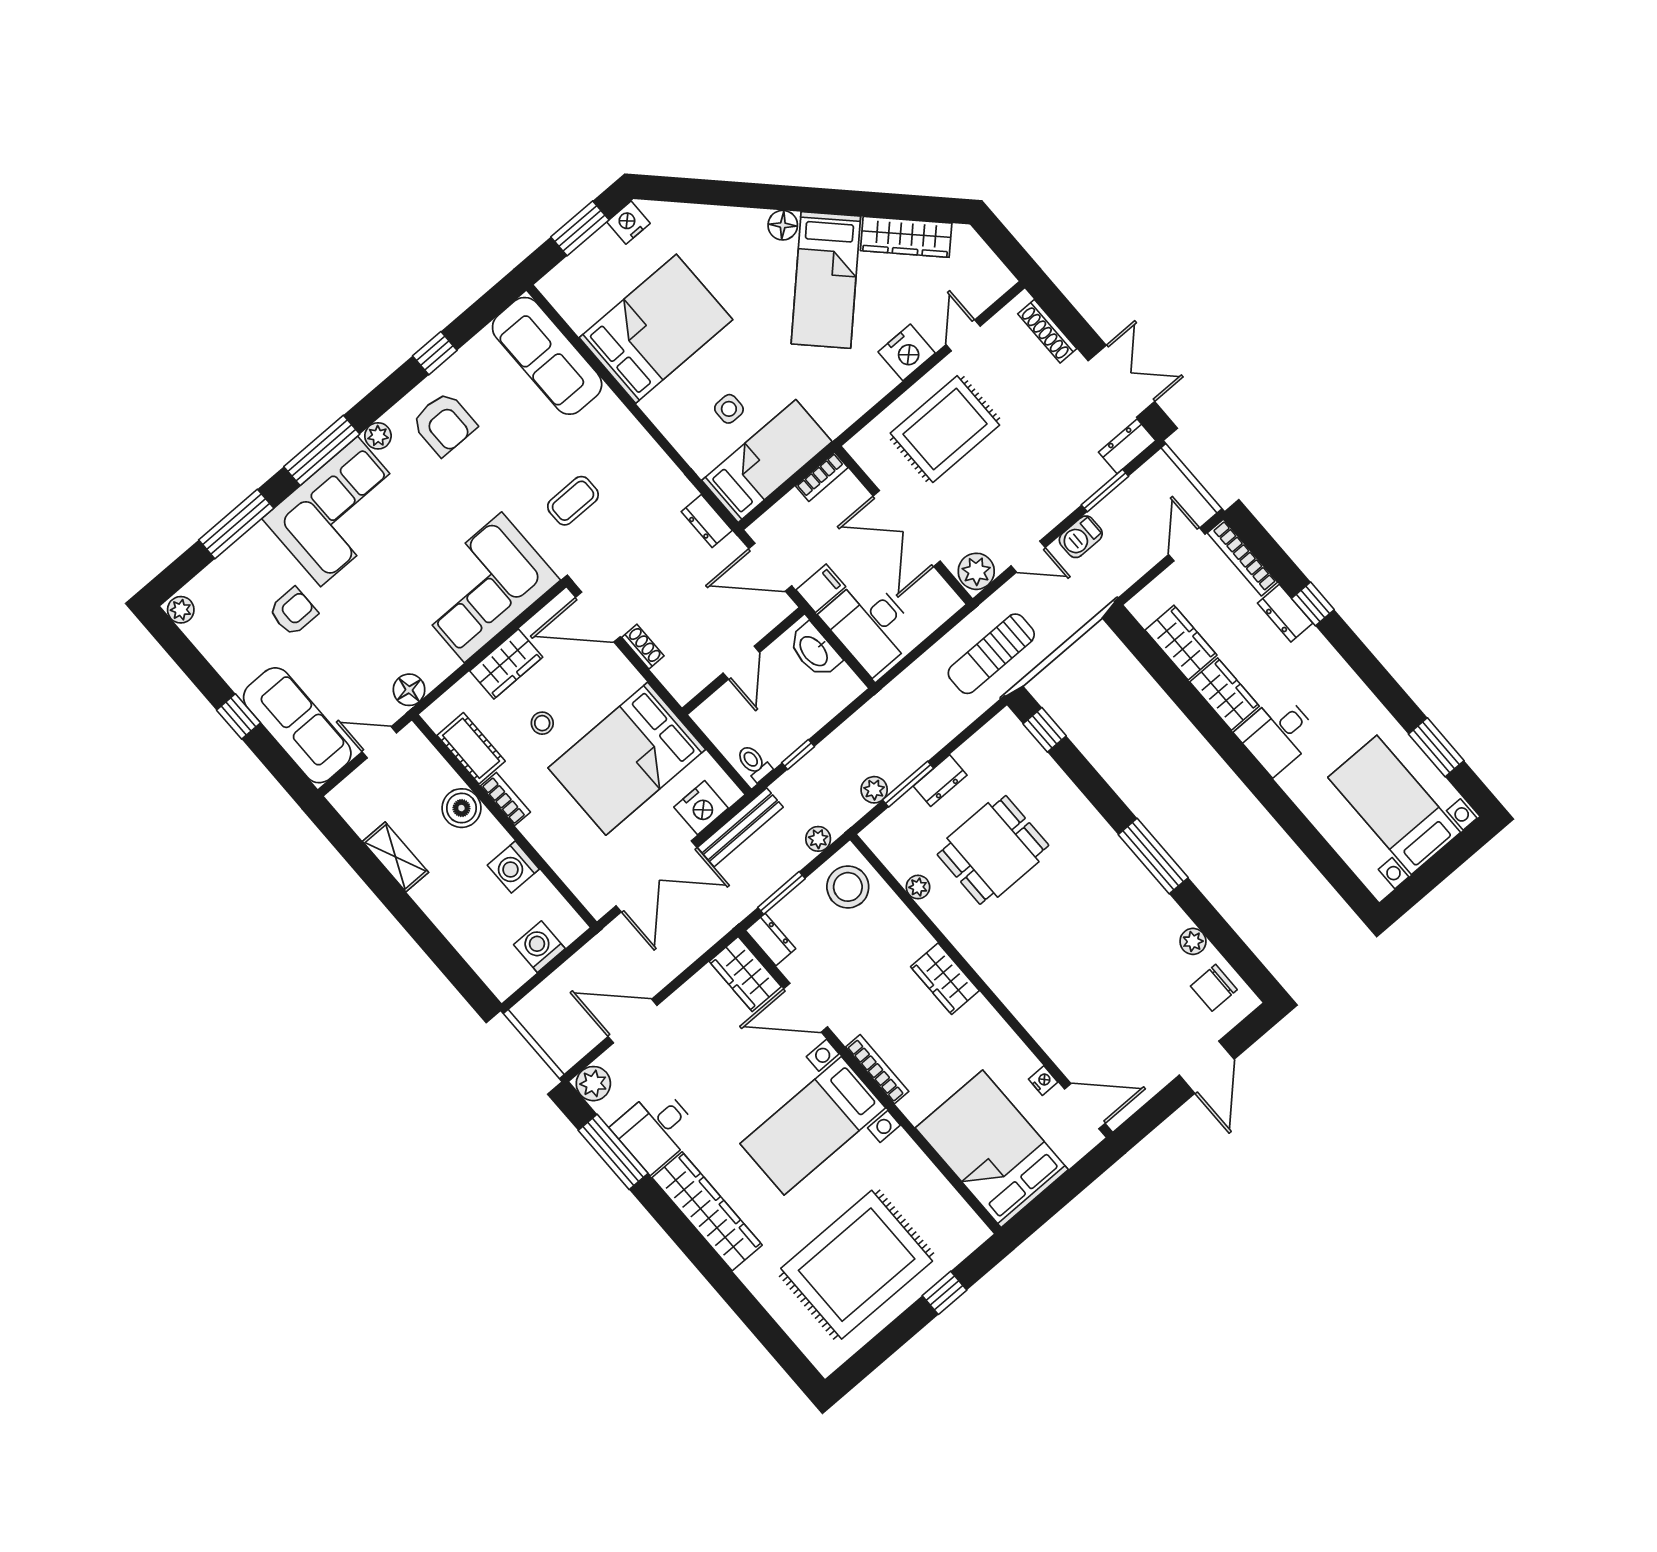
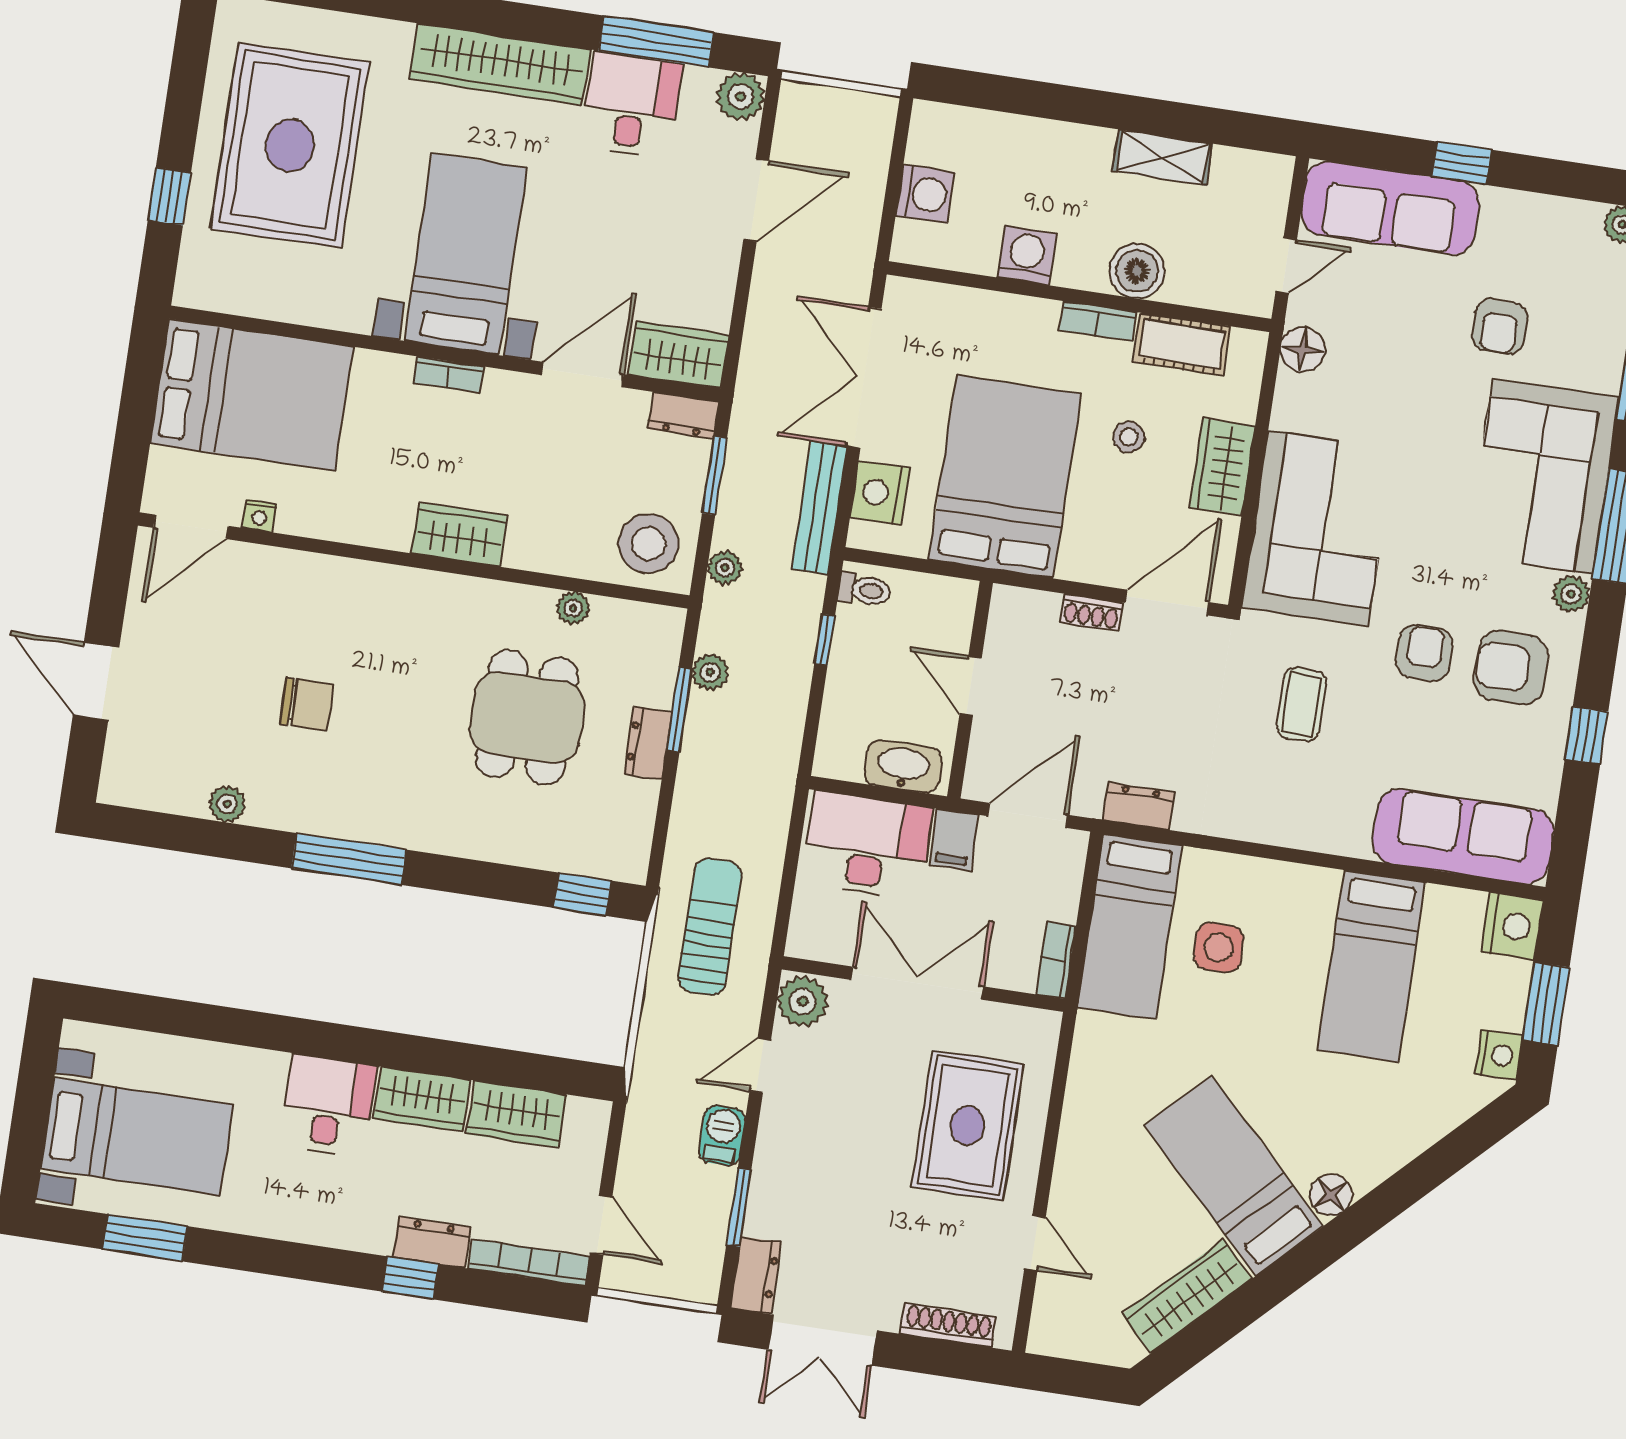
bed: (656, 329) -> (1371, 966), width x0.67
nightstand: (907, 352) -> (1512, 926), moved, turned 180
side table: (729, 409) -> (1219, 947), width x1.37, depth x1.37
armchair: (483, 472) -> (1425, 653), added
chair: (1214, 988) -> (307, 704), moved, turned 90
bookcase: (877, 1069) -> (448, 375), width x0.64

